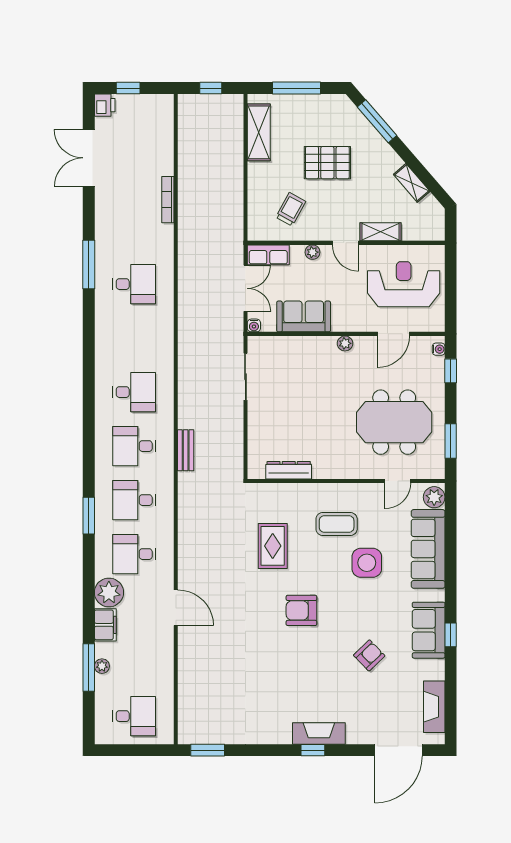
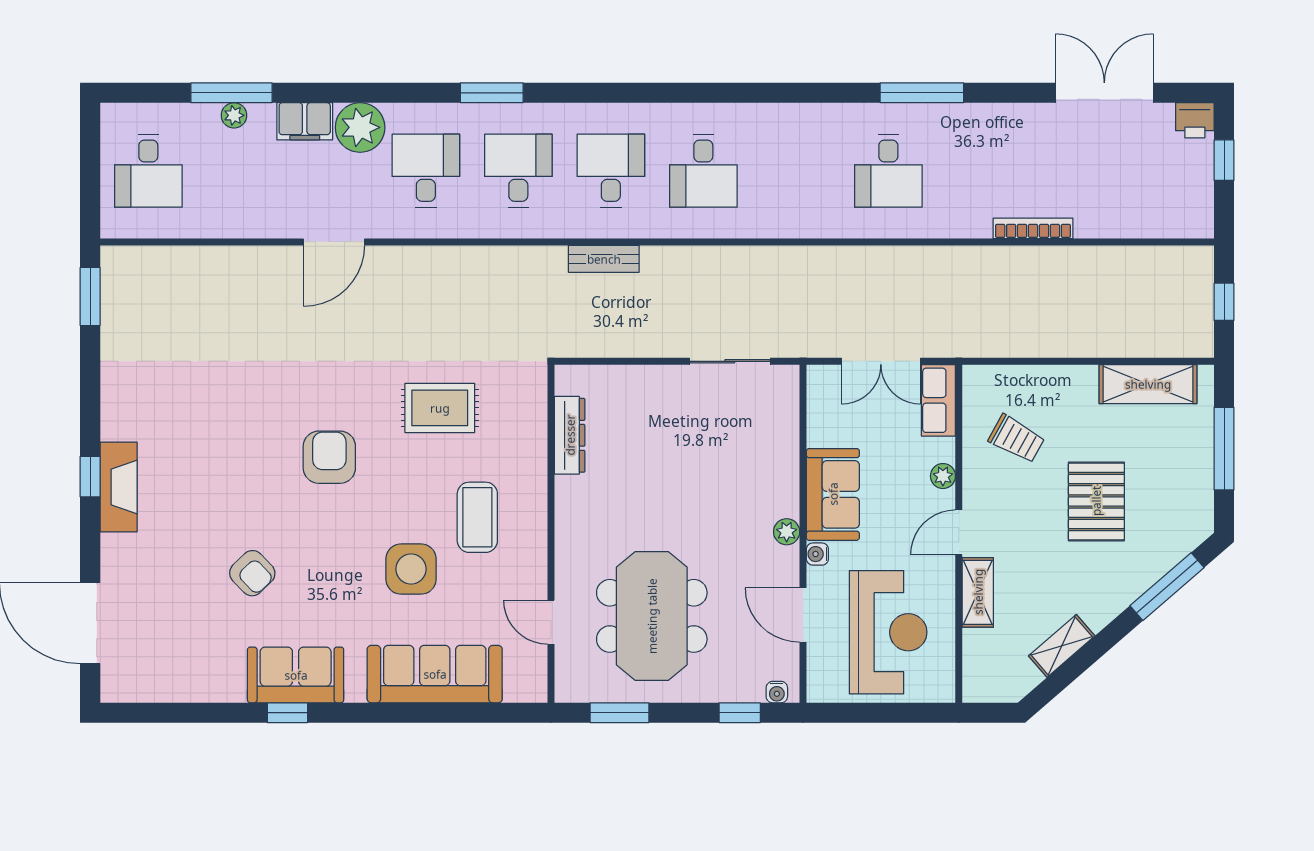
sofa: (304, 316) -> (833, 494), moved
water cooler: (254, 325) -> (817, 554), moved
plant: (434, 497) -> (523, 684), removed
fireplace: (434, 707) -> (164, 685), removed

